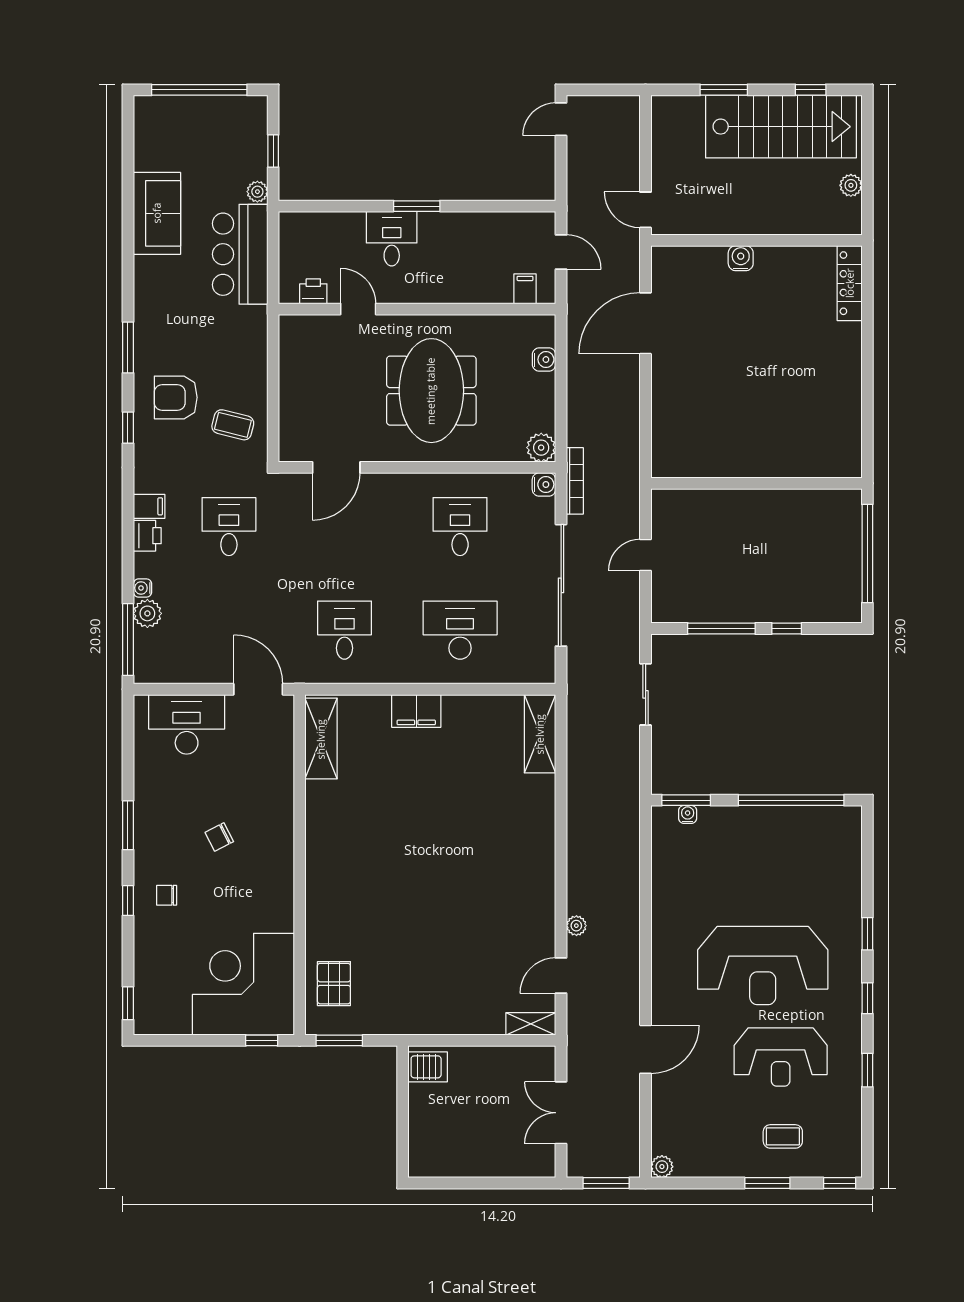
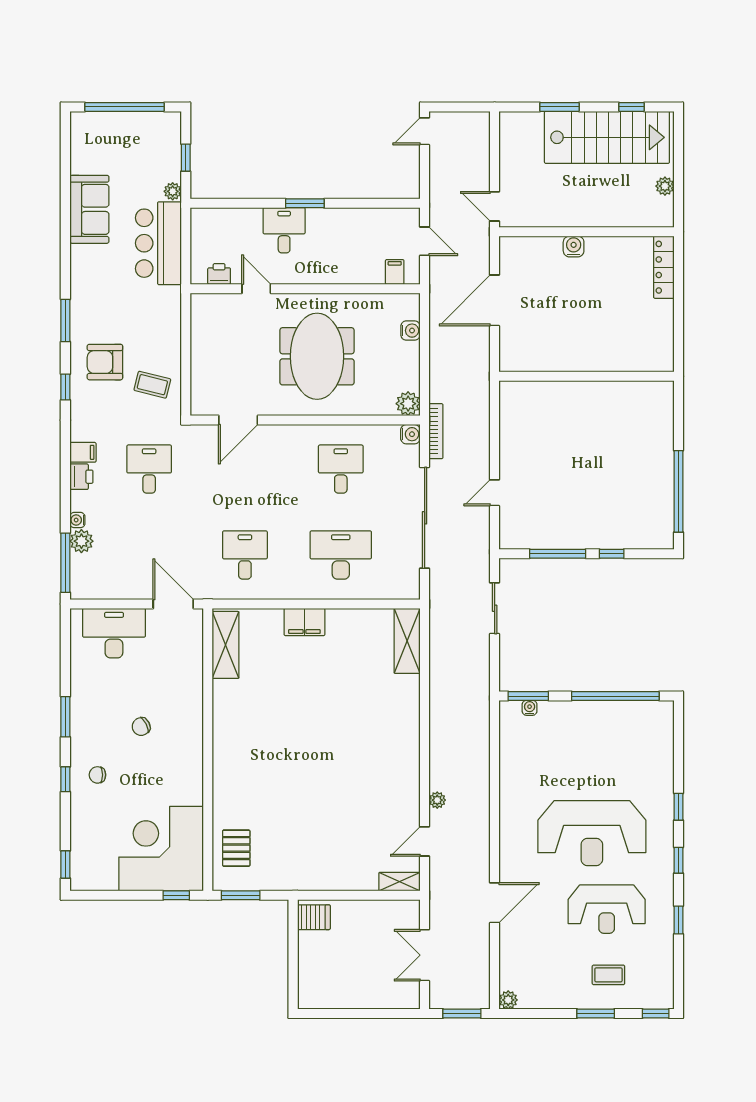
wall: (756, 483) -> (587, 376), moved

